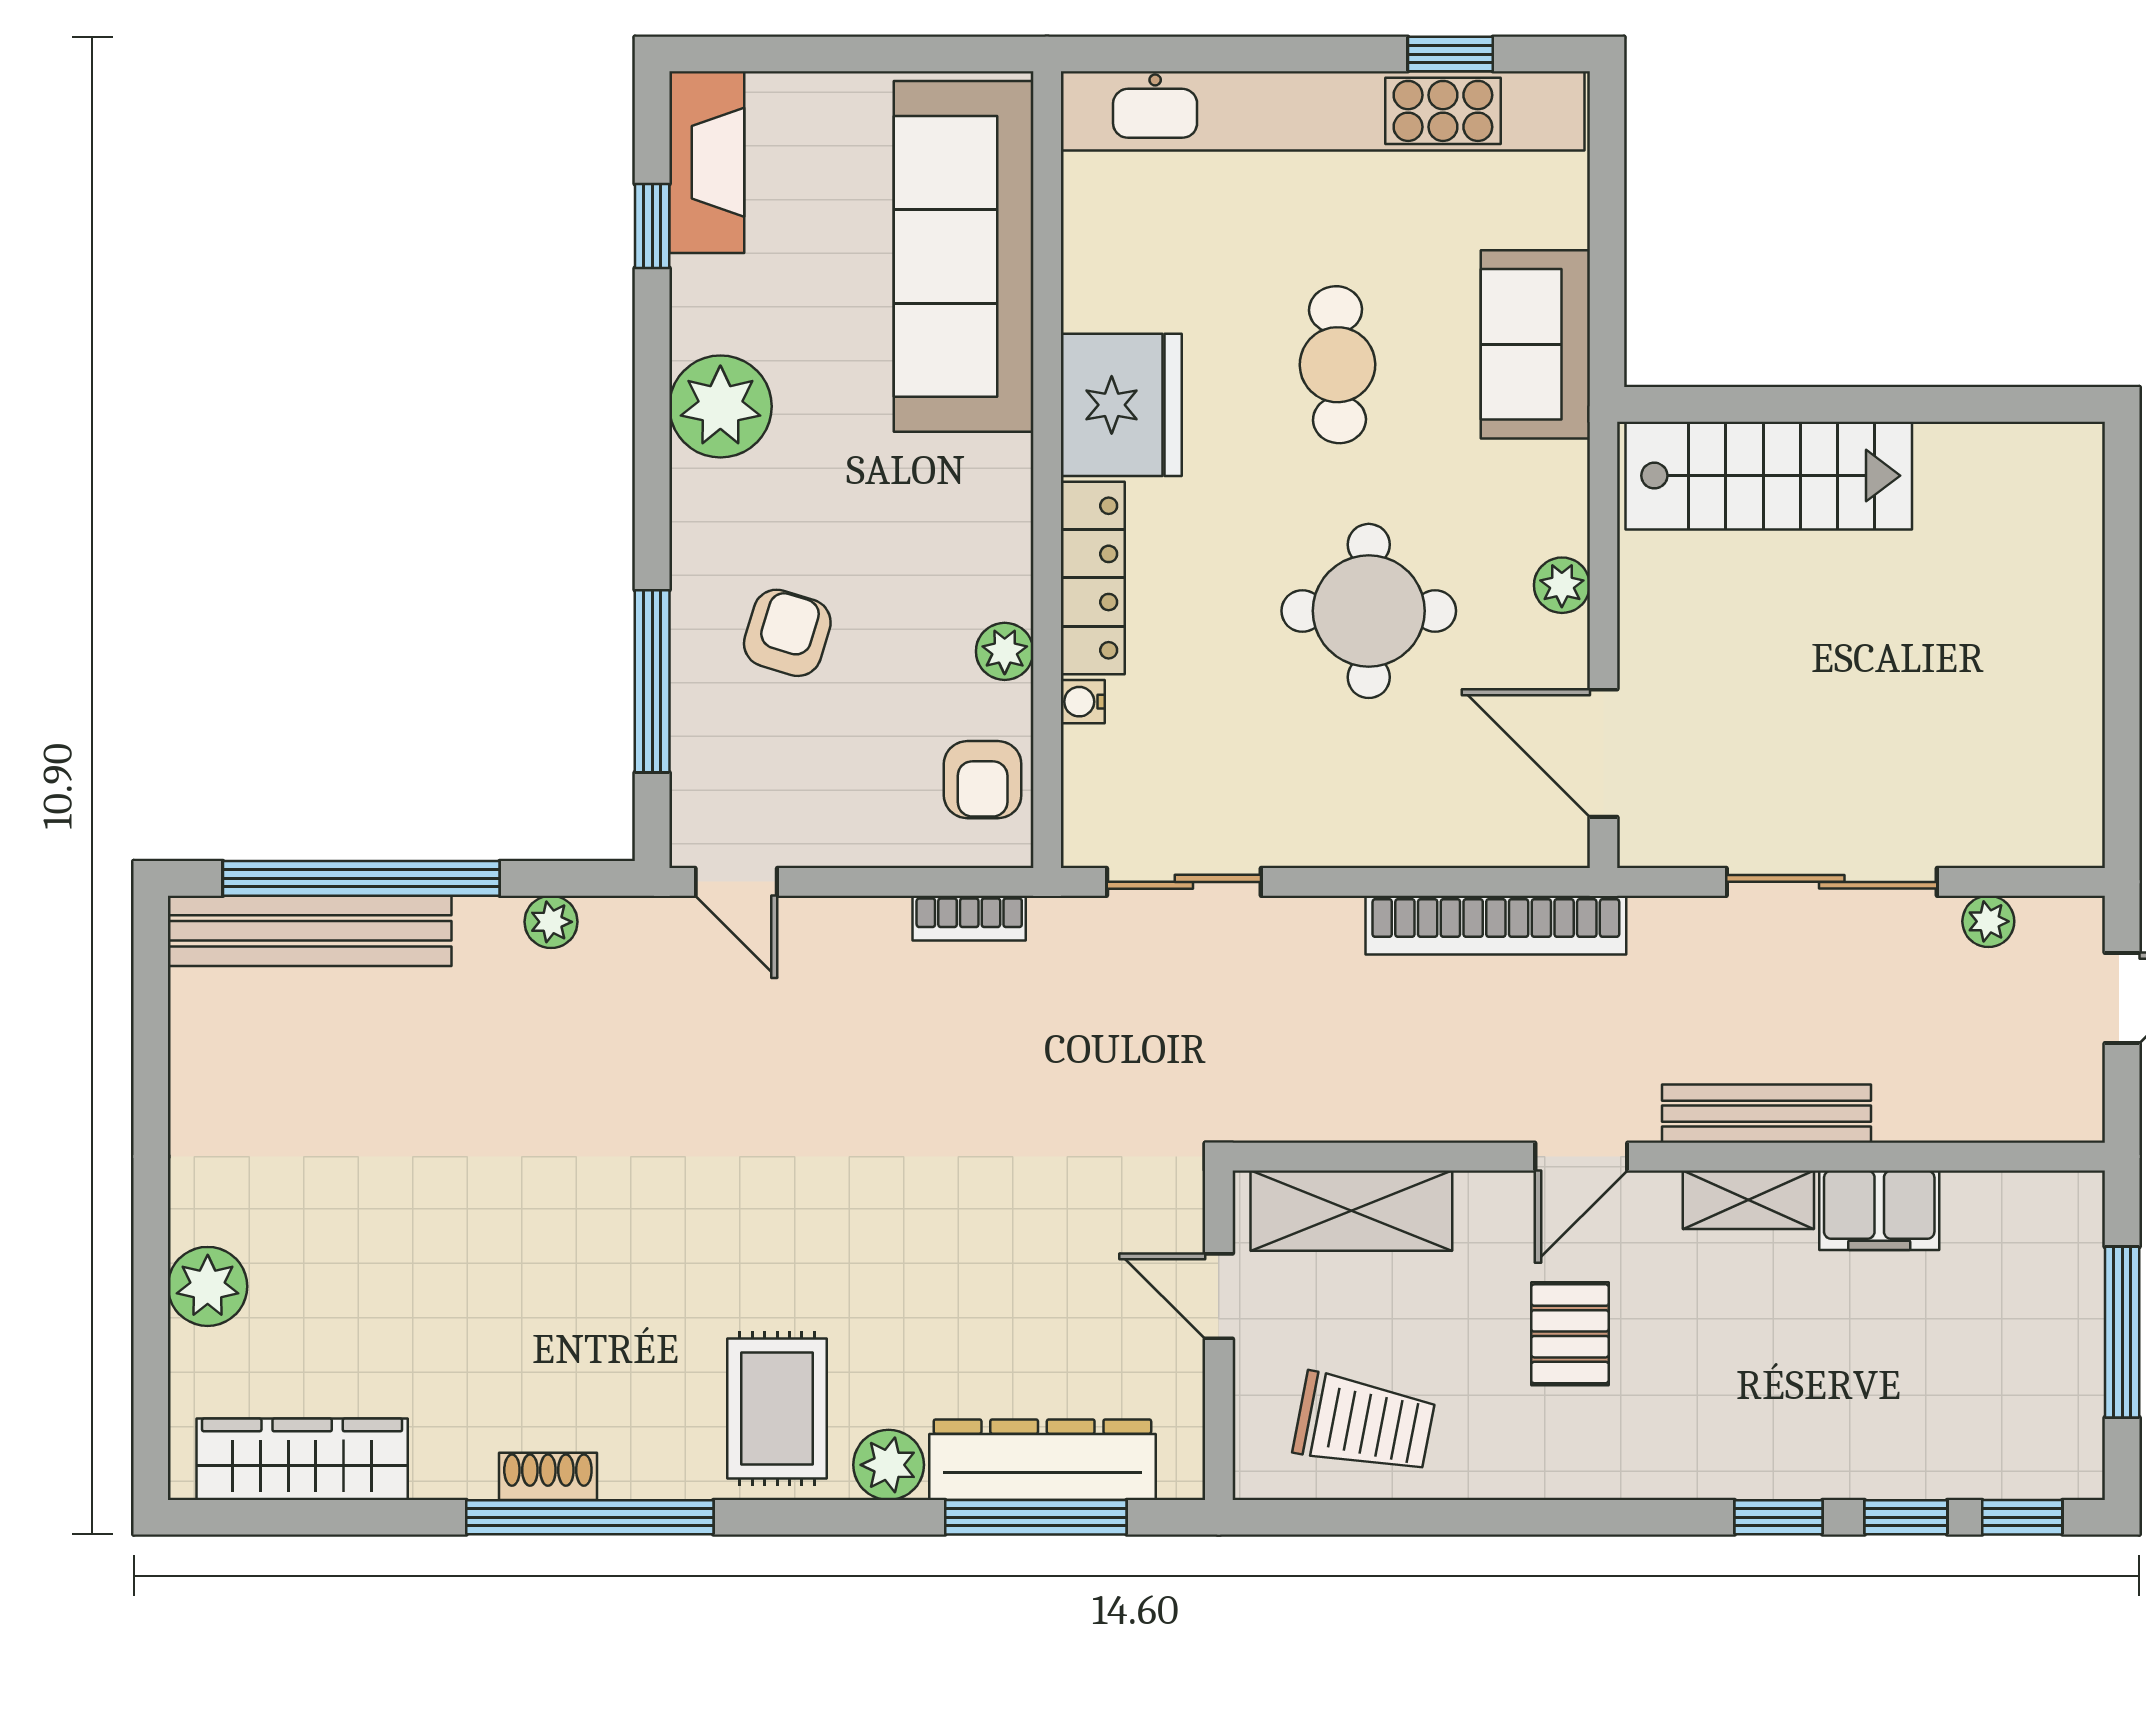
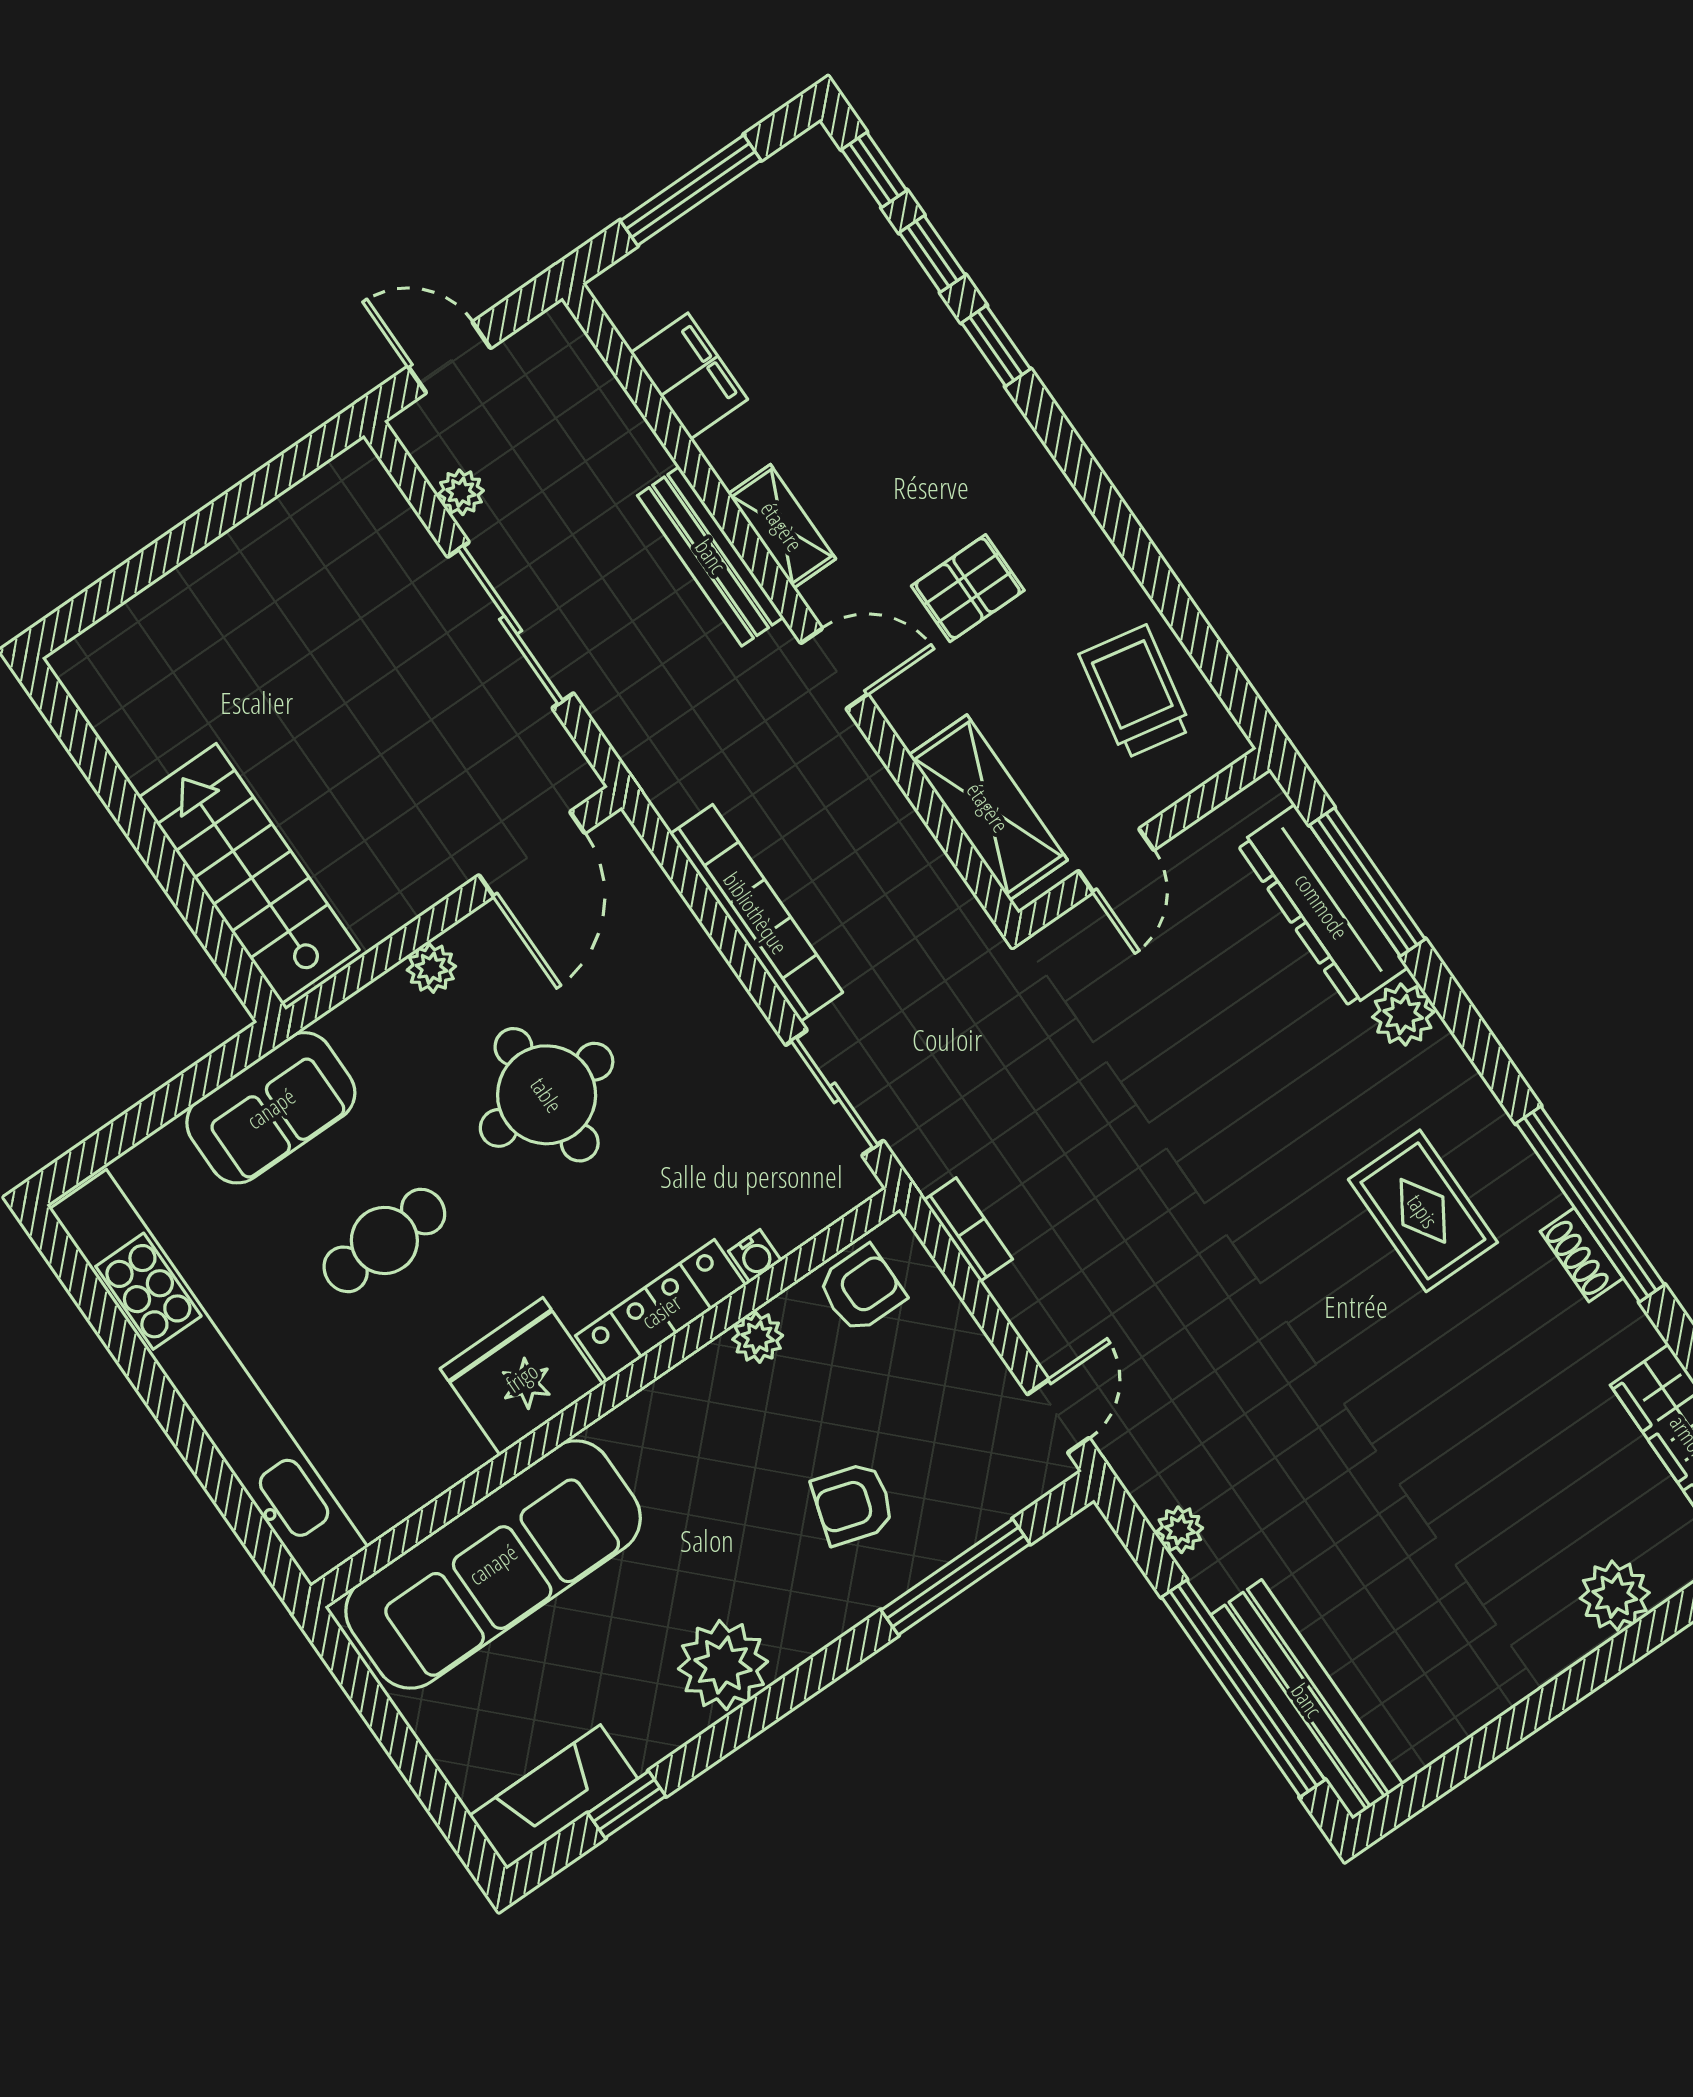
window: (1450, 54) -> (104, 1314), removed
bookcase: (1496, 925) -> (756, 913), moved
filing cabinet: (1879, 1210) -> (689, 376), moved
rug: (777, 1408) -> (1423, 1211), moved, turned 90

